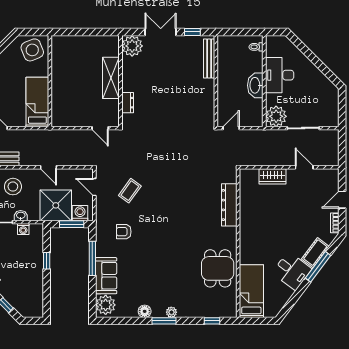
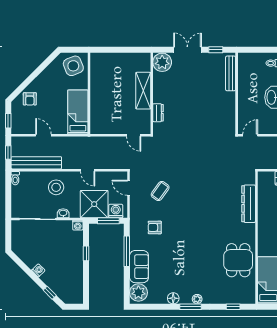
washing machine: (23, 229) -> (78, 225), moved

